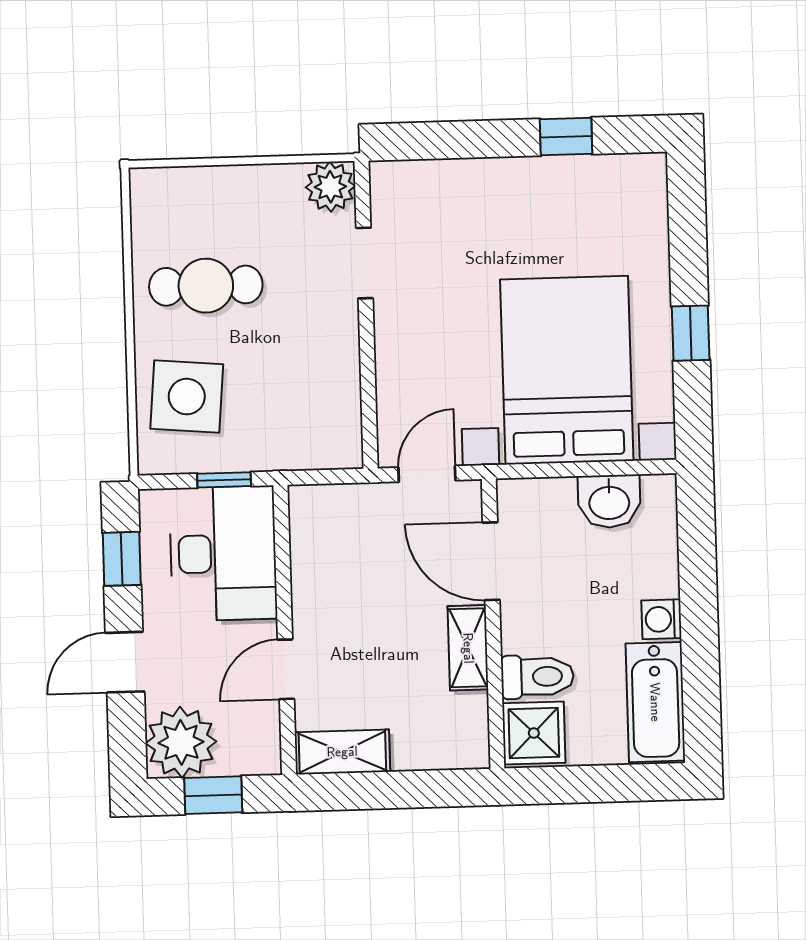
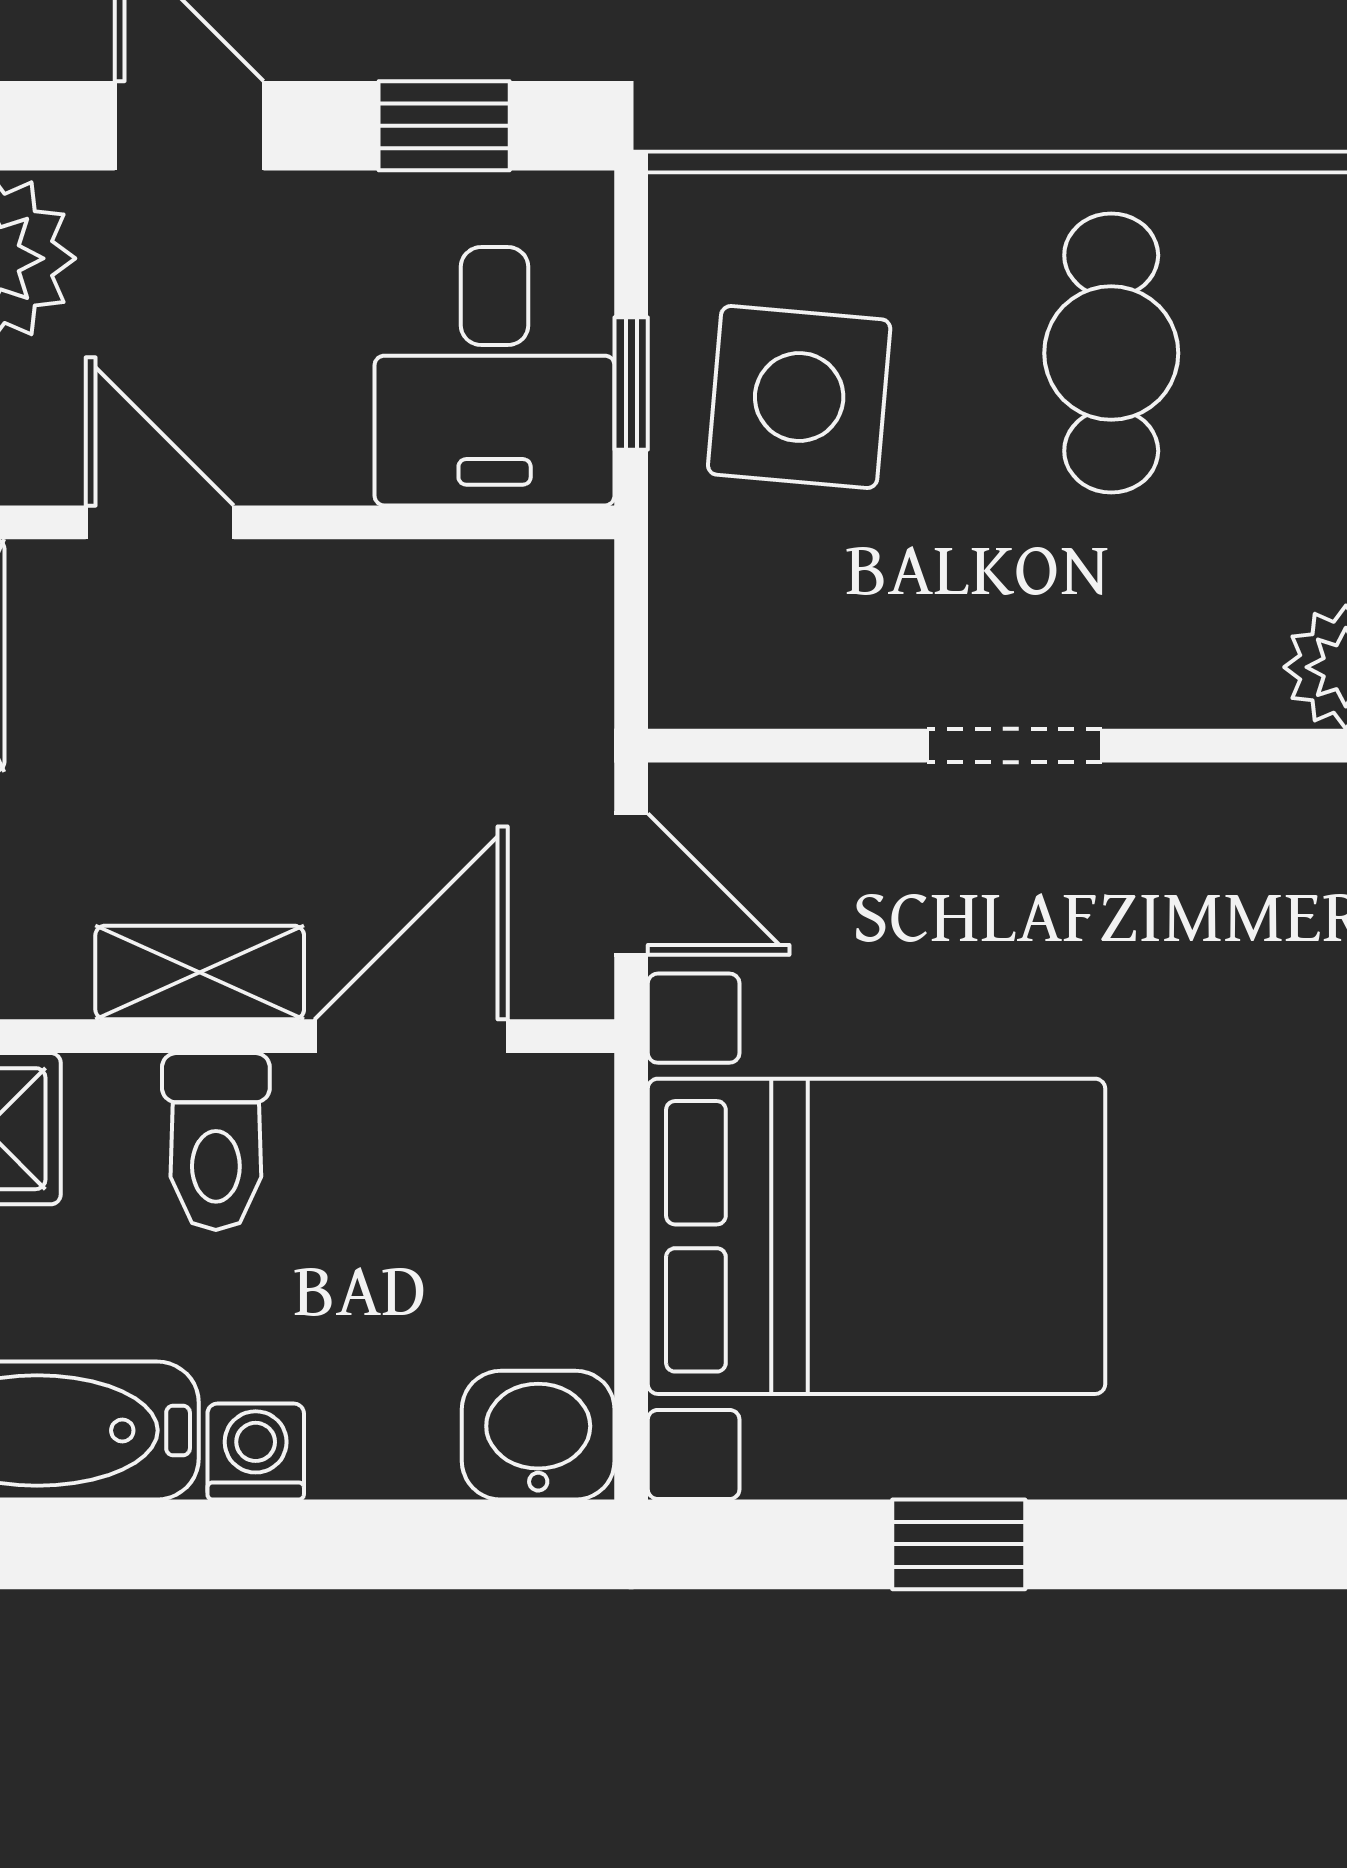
doorway: (365, 263) -> (1014, 746), moved
side table: (187, 397) -> (799, 397), moved
washbasin: (609, 501) -> (538, 1435), moved, turned 90
desk: (223, 553) -> (495, 376), width x0.73
toilet: (537, 677) -> (216, 1141), moved

